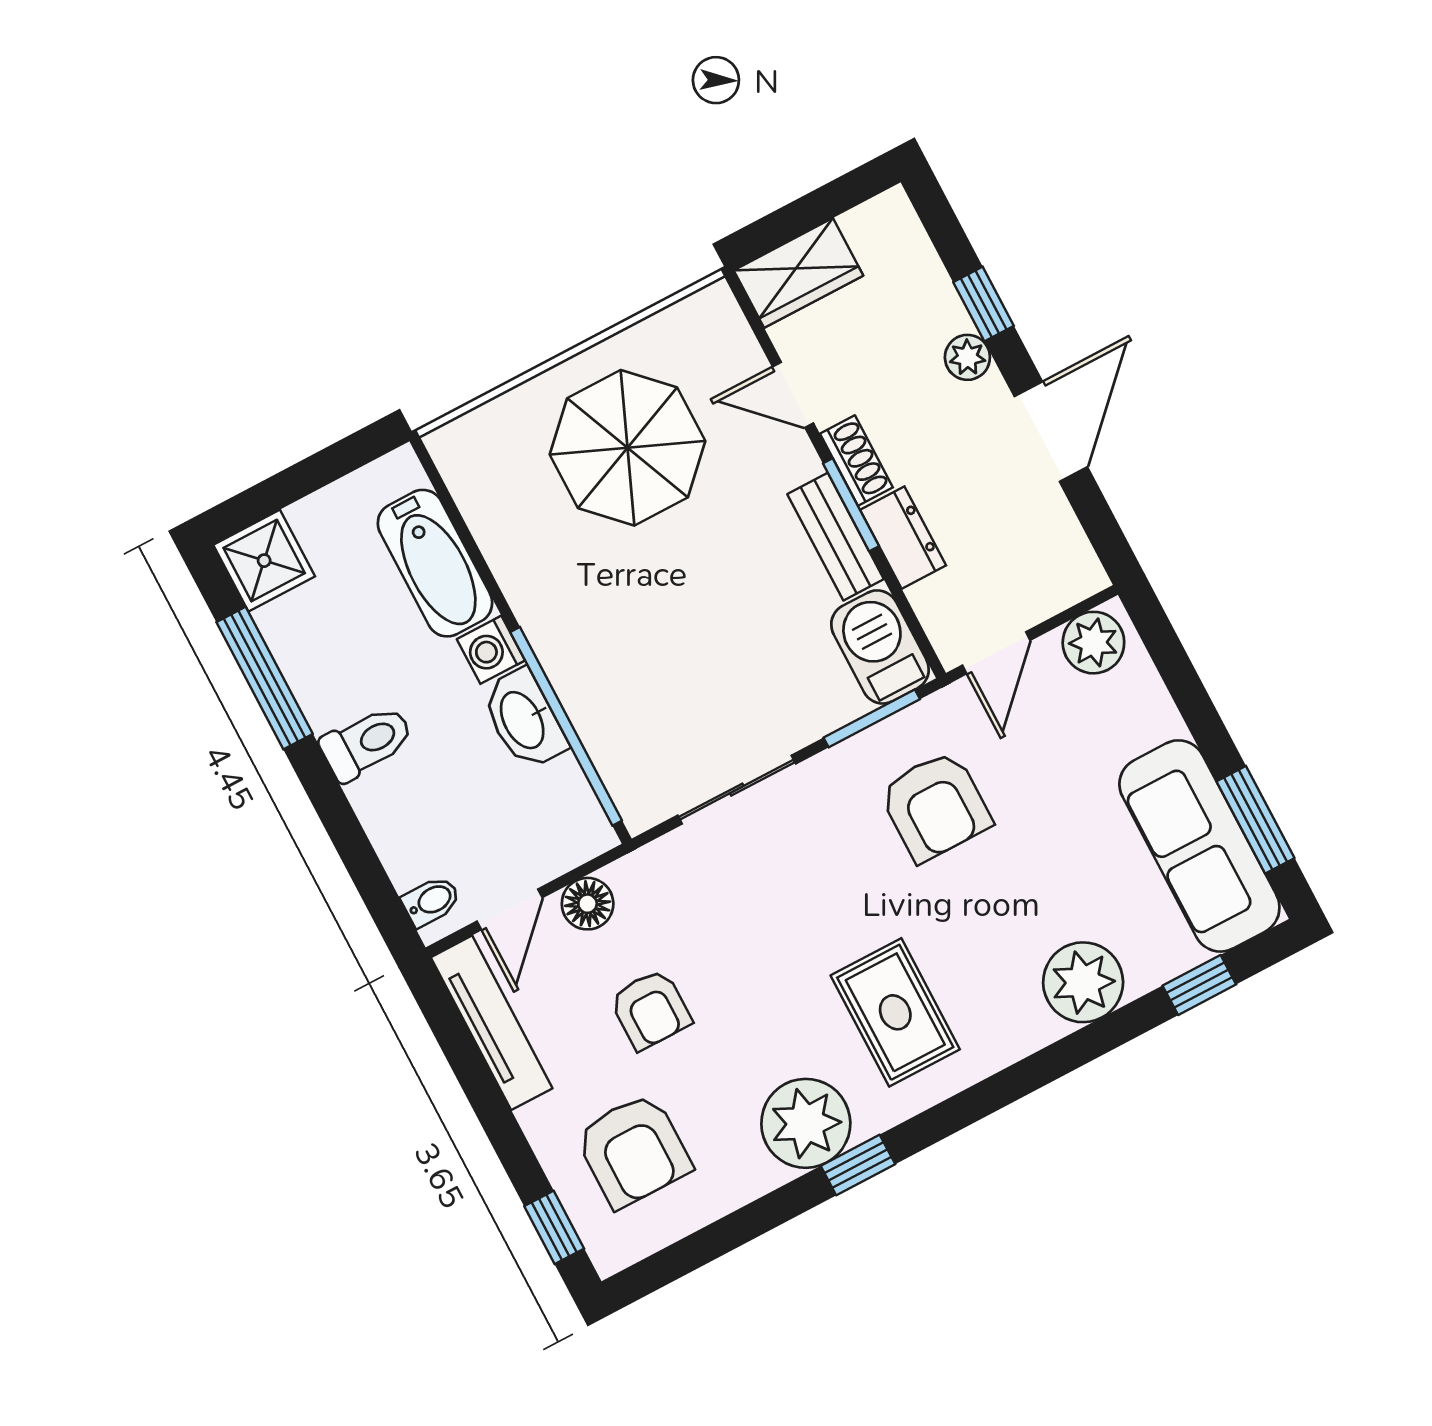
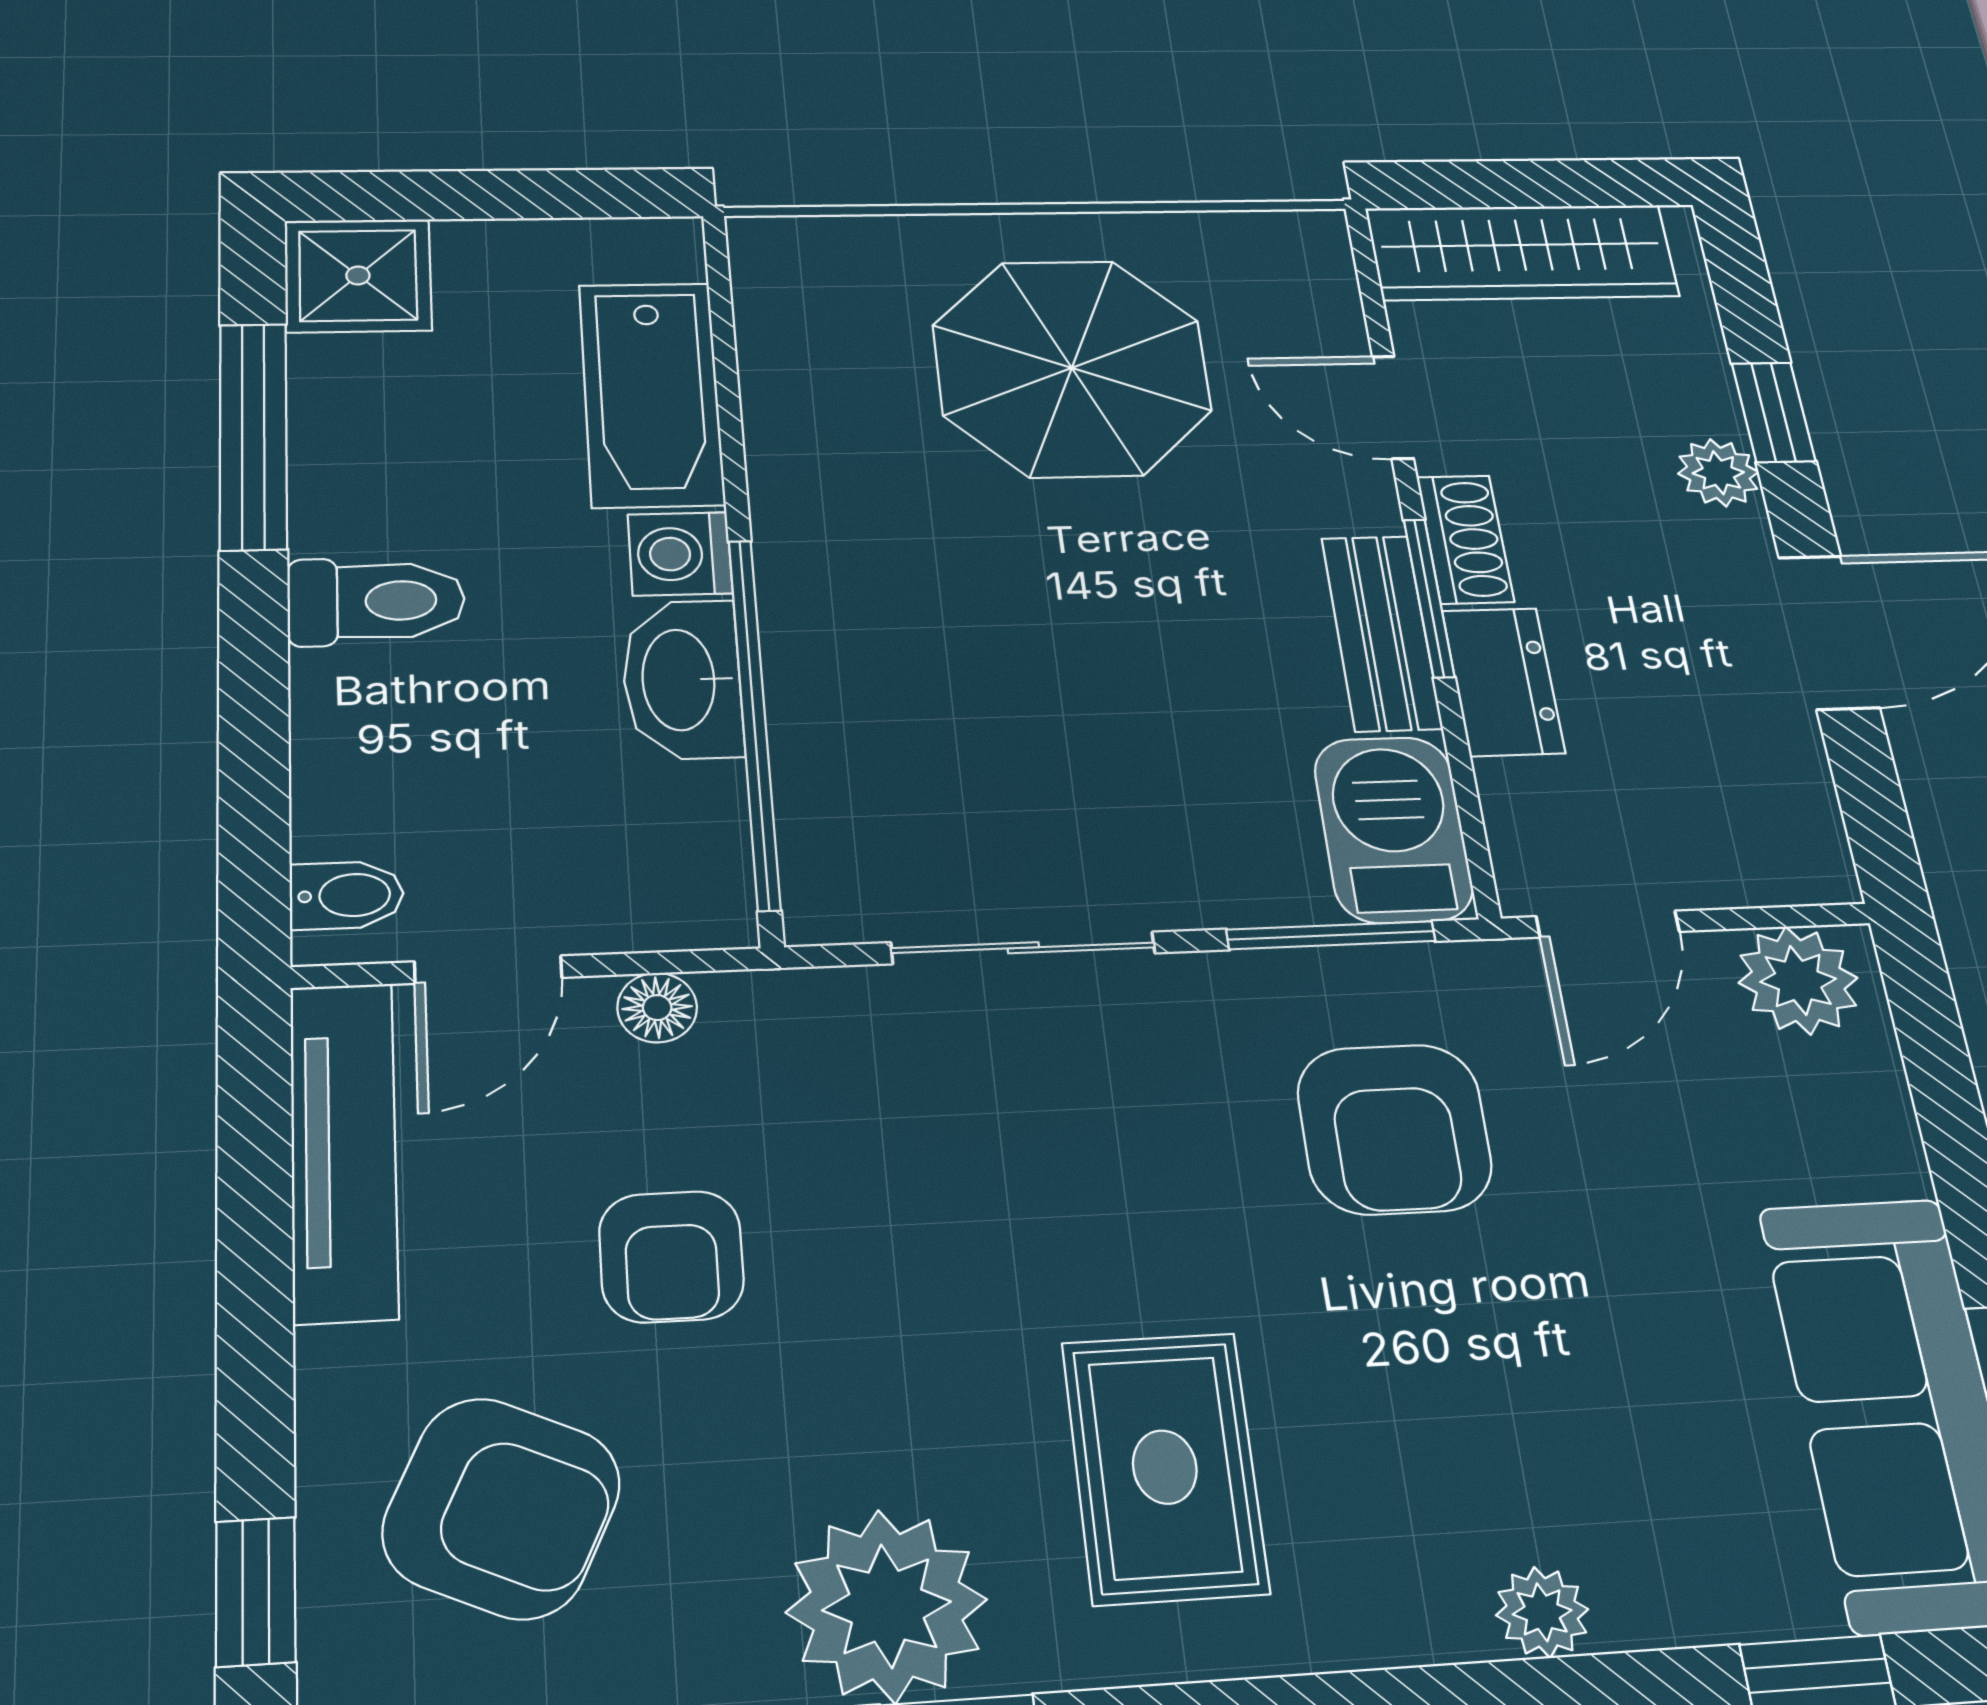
wardrobe: (798, 273) -> (1522, 252), width x1.50
floor lamp: (588, 904) -> (657, 1008), width x0.73, depth x0.73
plant: (1083, 982) -> (1542, 1612), width x0.53, depth x0.53
armchair: (633, 1150) -> (502, 1508), turned -65

